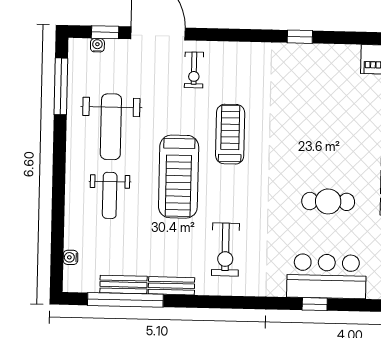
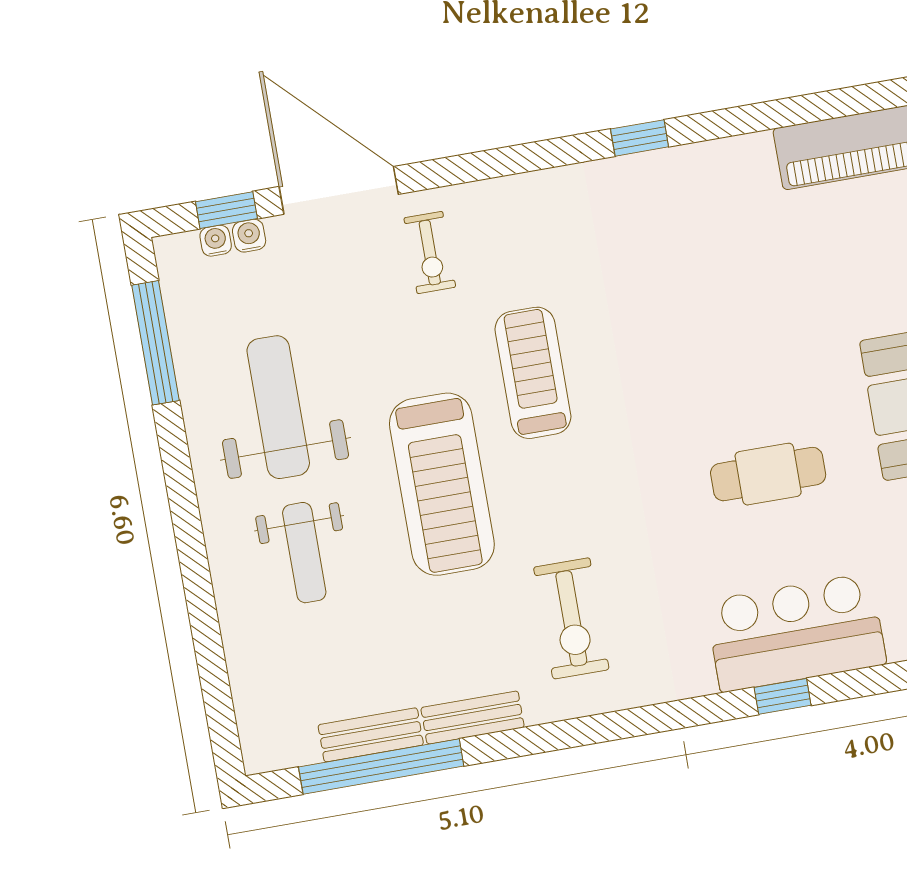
weight bench: (111, 127) -> (278, 407), turned 180
water cooler: (70, 257) -> (249, 236), moved, turned 90

